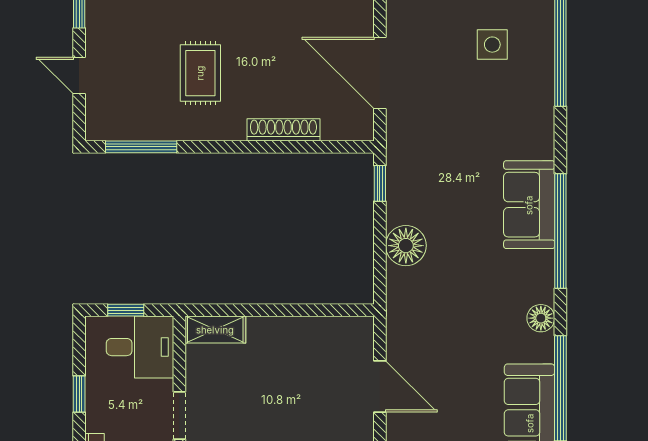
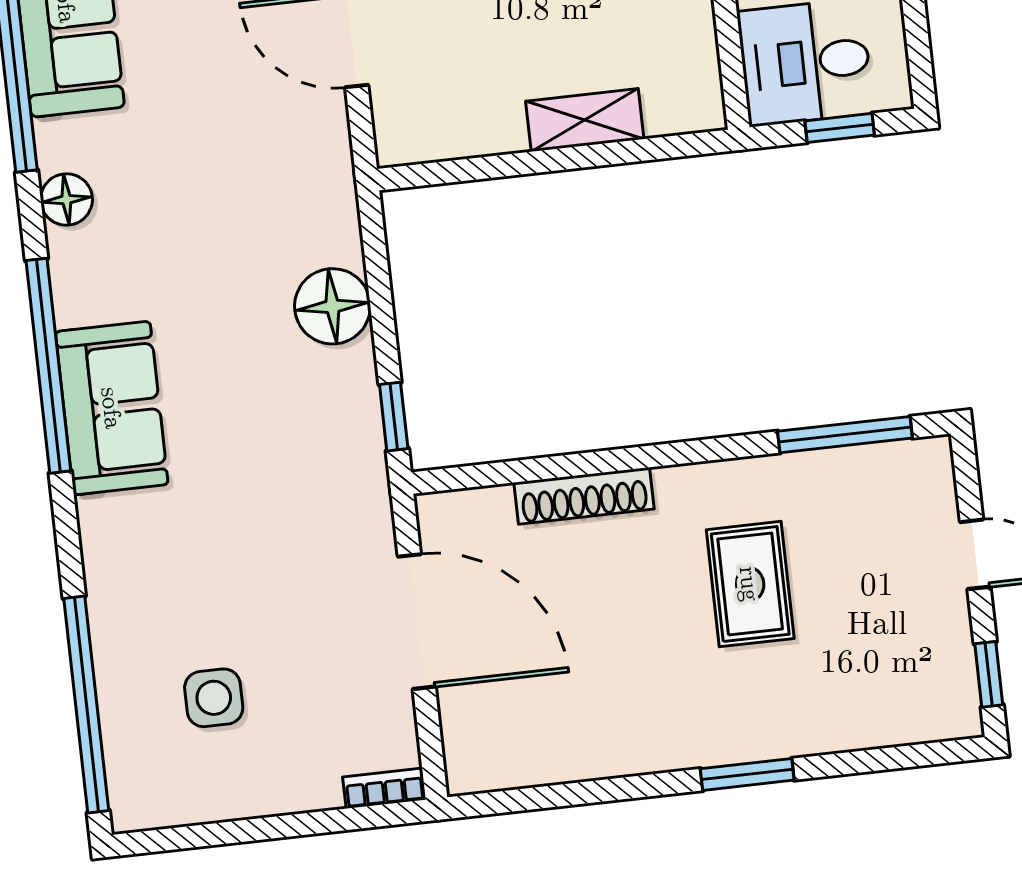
shelving: (215, 330) -> (585, 120), moved

